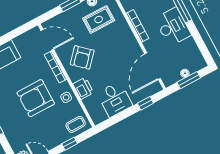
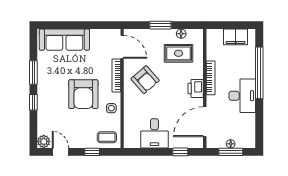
armchair: (82, 57) -> (145, 80), turned -83
printer: (83, 88) -> (196, 88), moved, turned 180
armchair: (36, 98) -> (83, 94), turned -90

